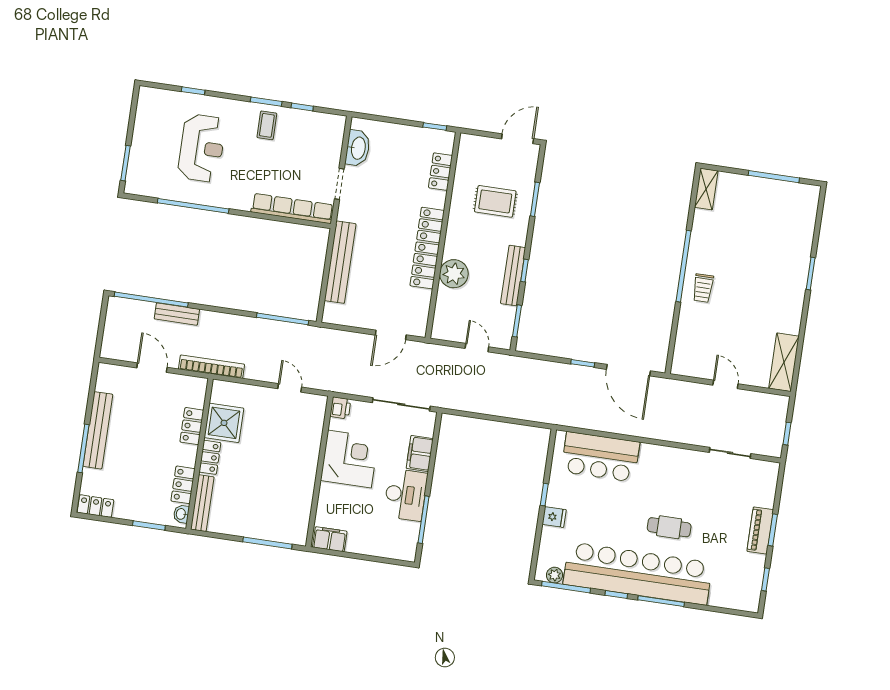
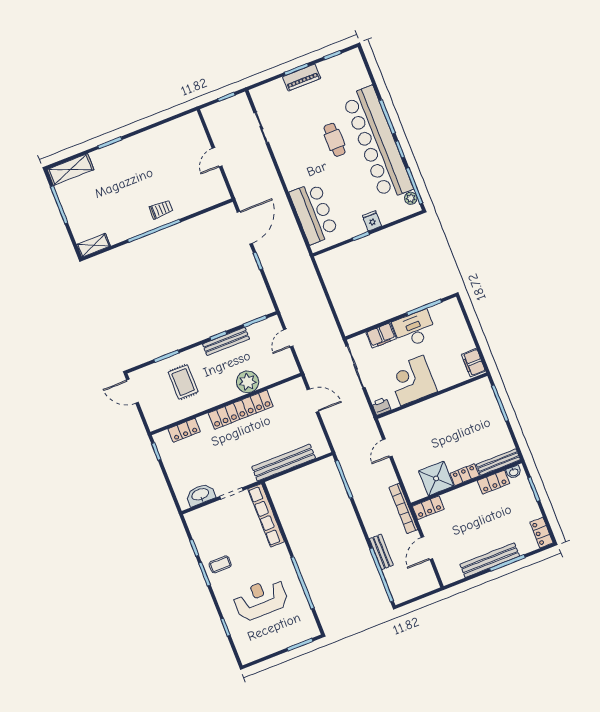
shelving: (784, 362) -> (70, 170), moved
locker: (192, 426) -> (428, 508), moved

